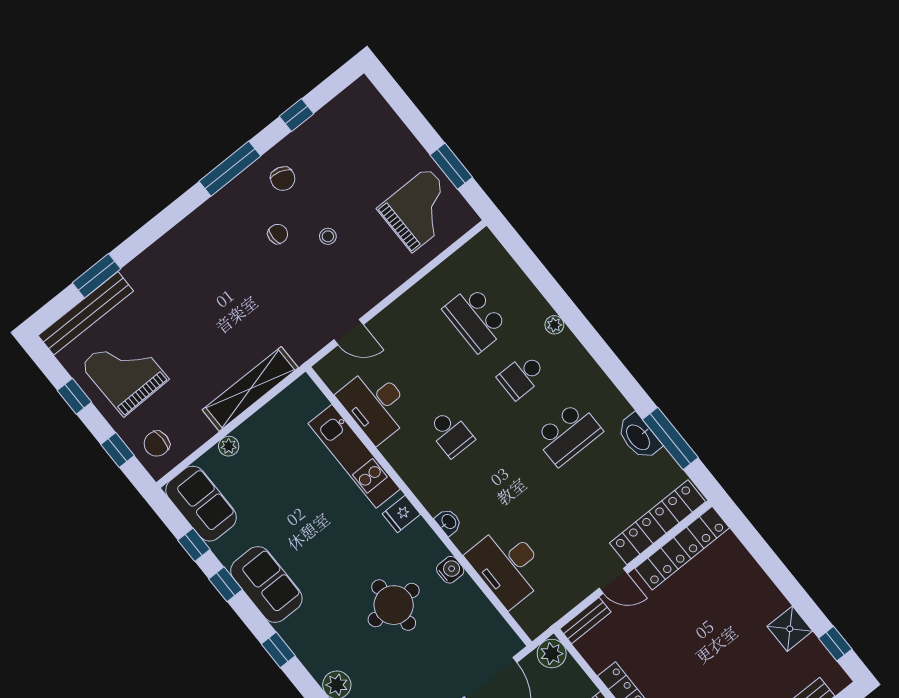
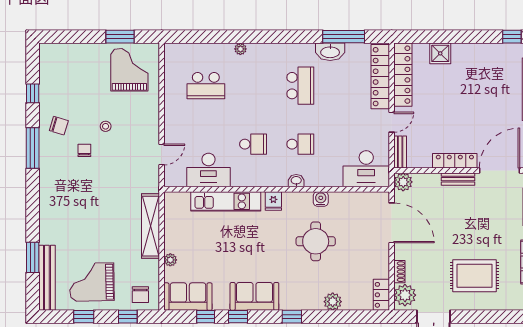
school desk: (522, 376) -> (300, 144), moved, turned -90
desk: (508, 566) -> (366, 169), moved
shower: (790, 629) -> (440, 53), moved

